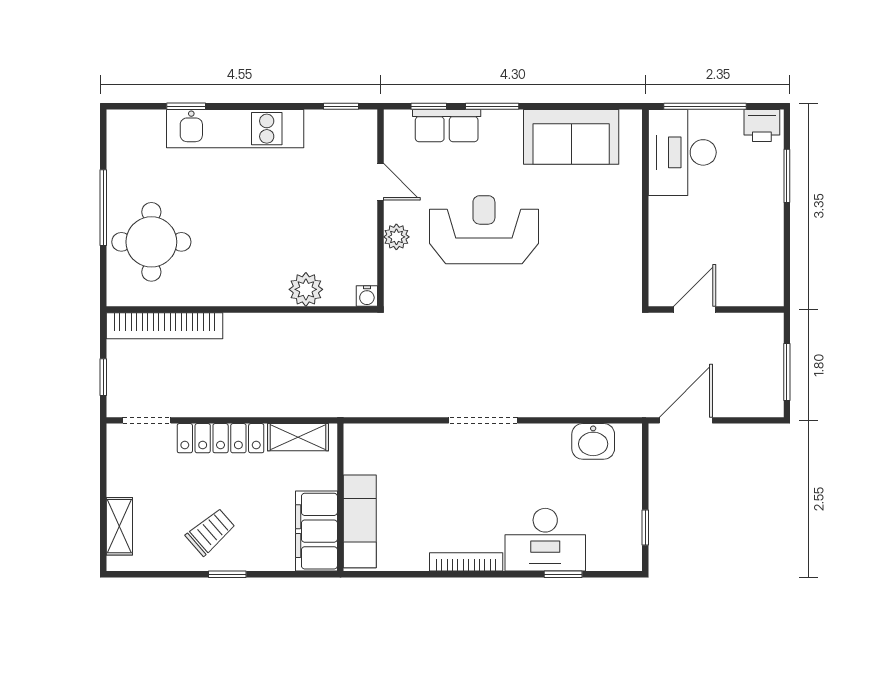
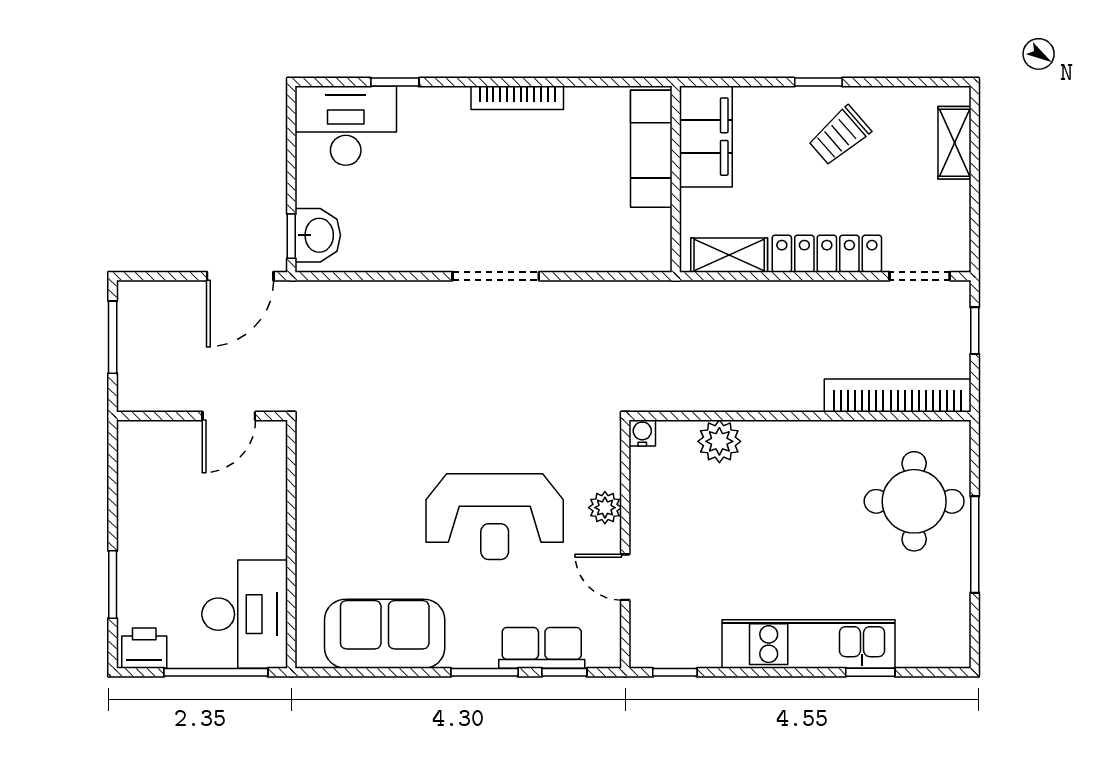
washbasin: (593, 441) -> (318, 235), moved, turned 90
window: (645, 527) -> (291, 236), moved
desk: (545, 540) -> (346, 126), moved

